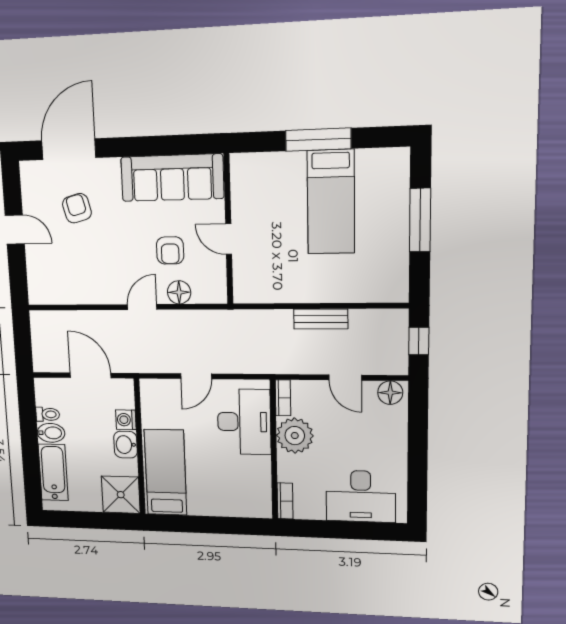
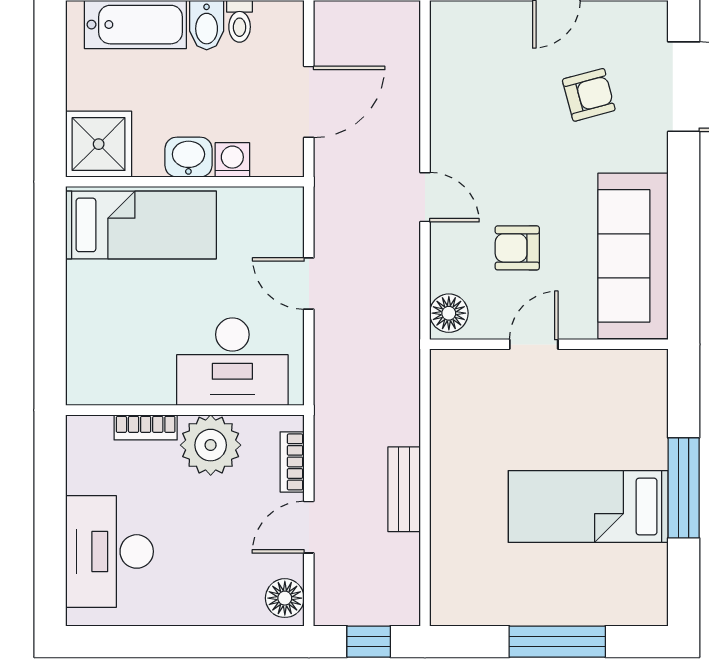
floor lamp: (179, 292) -> (449, 313), moved
bookcase: (283, 398) -> (292, 462), moved, turned 90
bookcase: (285, 501) -> (146, 427), moved

